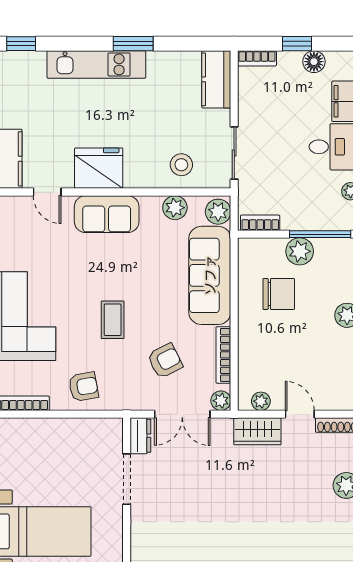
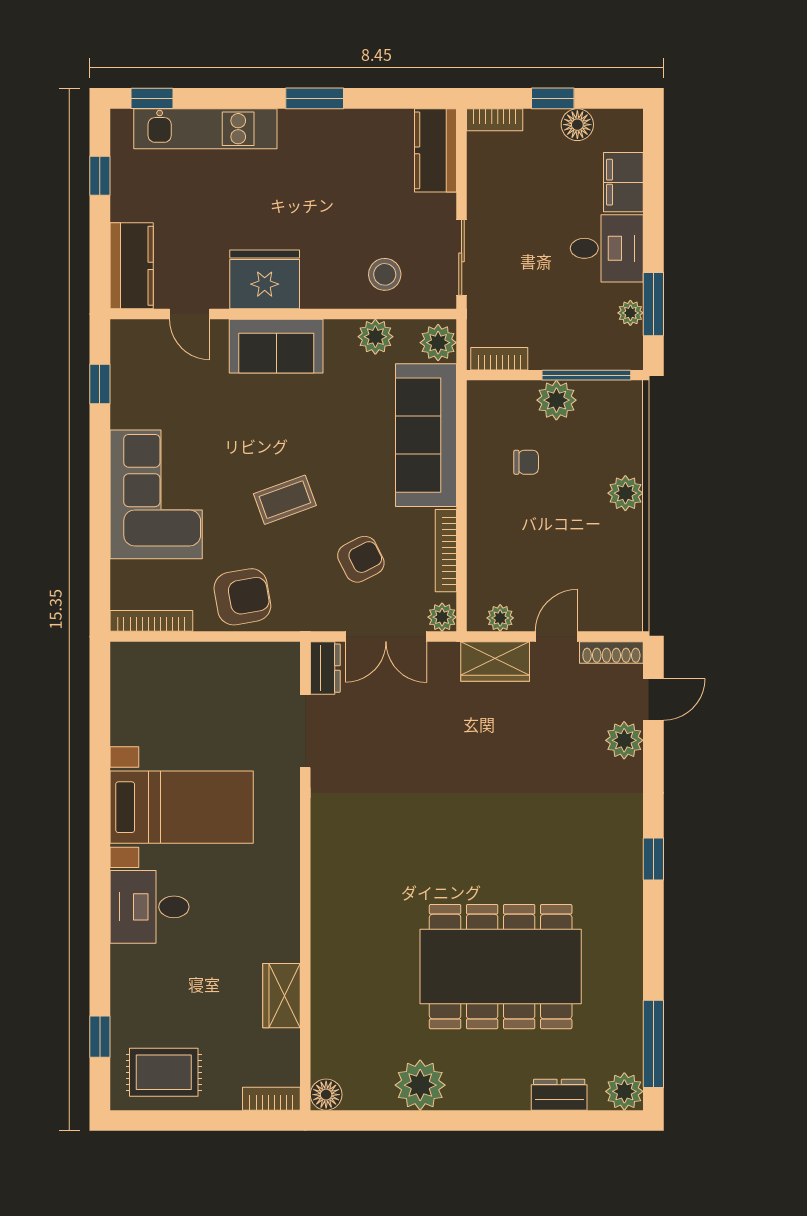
kitchen unit: (96, 64) -> (205, 129), moved
chair: (279, 294) -> (526, 462), width x0.54, depth x0.54
coffee table: (113, 320) -> (285, 500), turned 70
armchair: (83, 387) -> (242, 597), width x1.38, depth x1.38
door: (300, 414) -> (557, 637), hinge flipped

